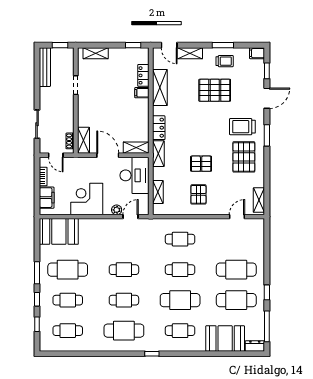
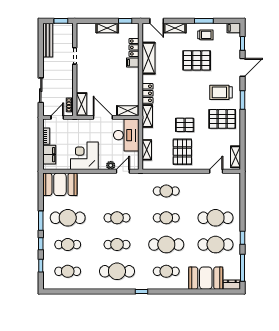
shelving: (96, 53) -> (107, 28), moved
door: (56, 155) -> (57, 117), swing flipped
pallet: (244, 157) -> (222, 119), turned 90
pallet: (198, 194) -> (182, 152), width x1.50, depth x1.42

